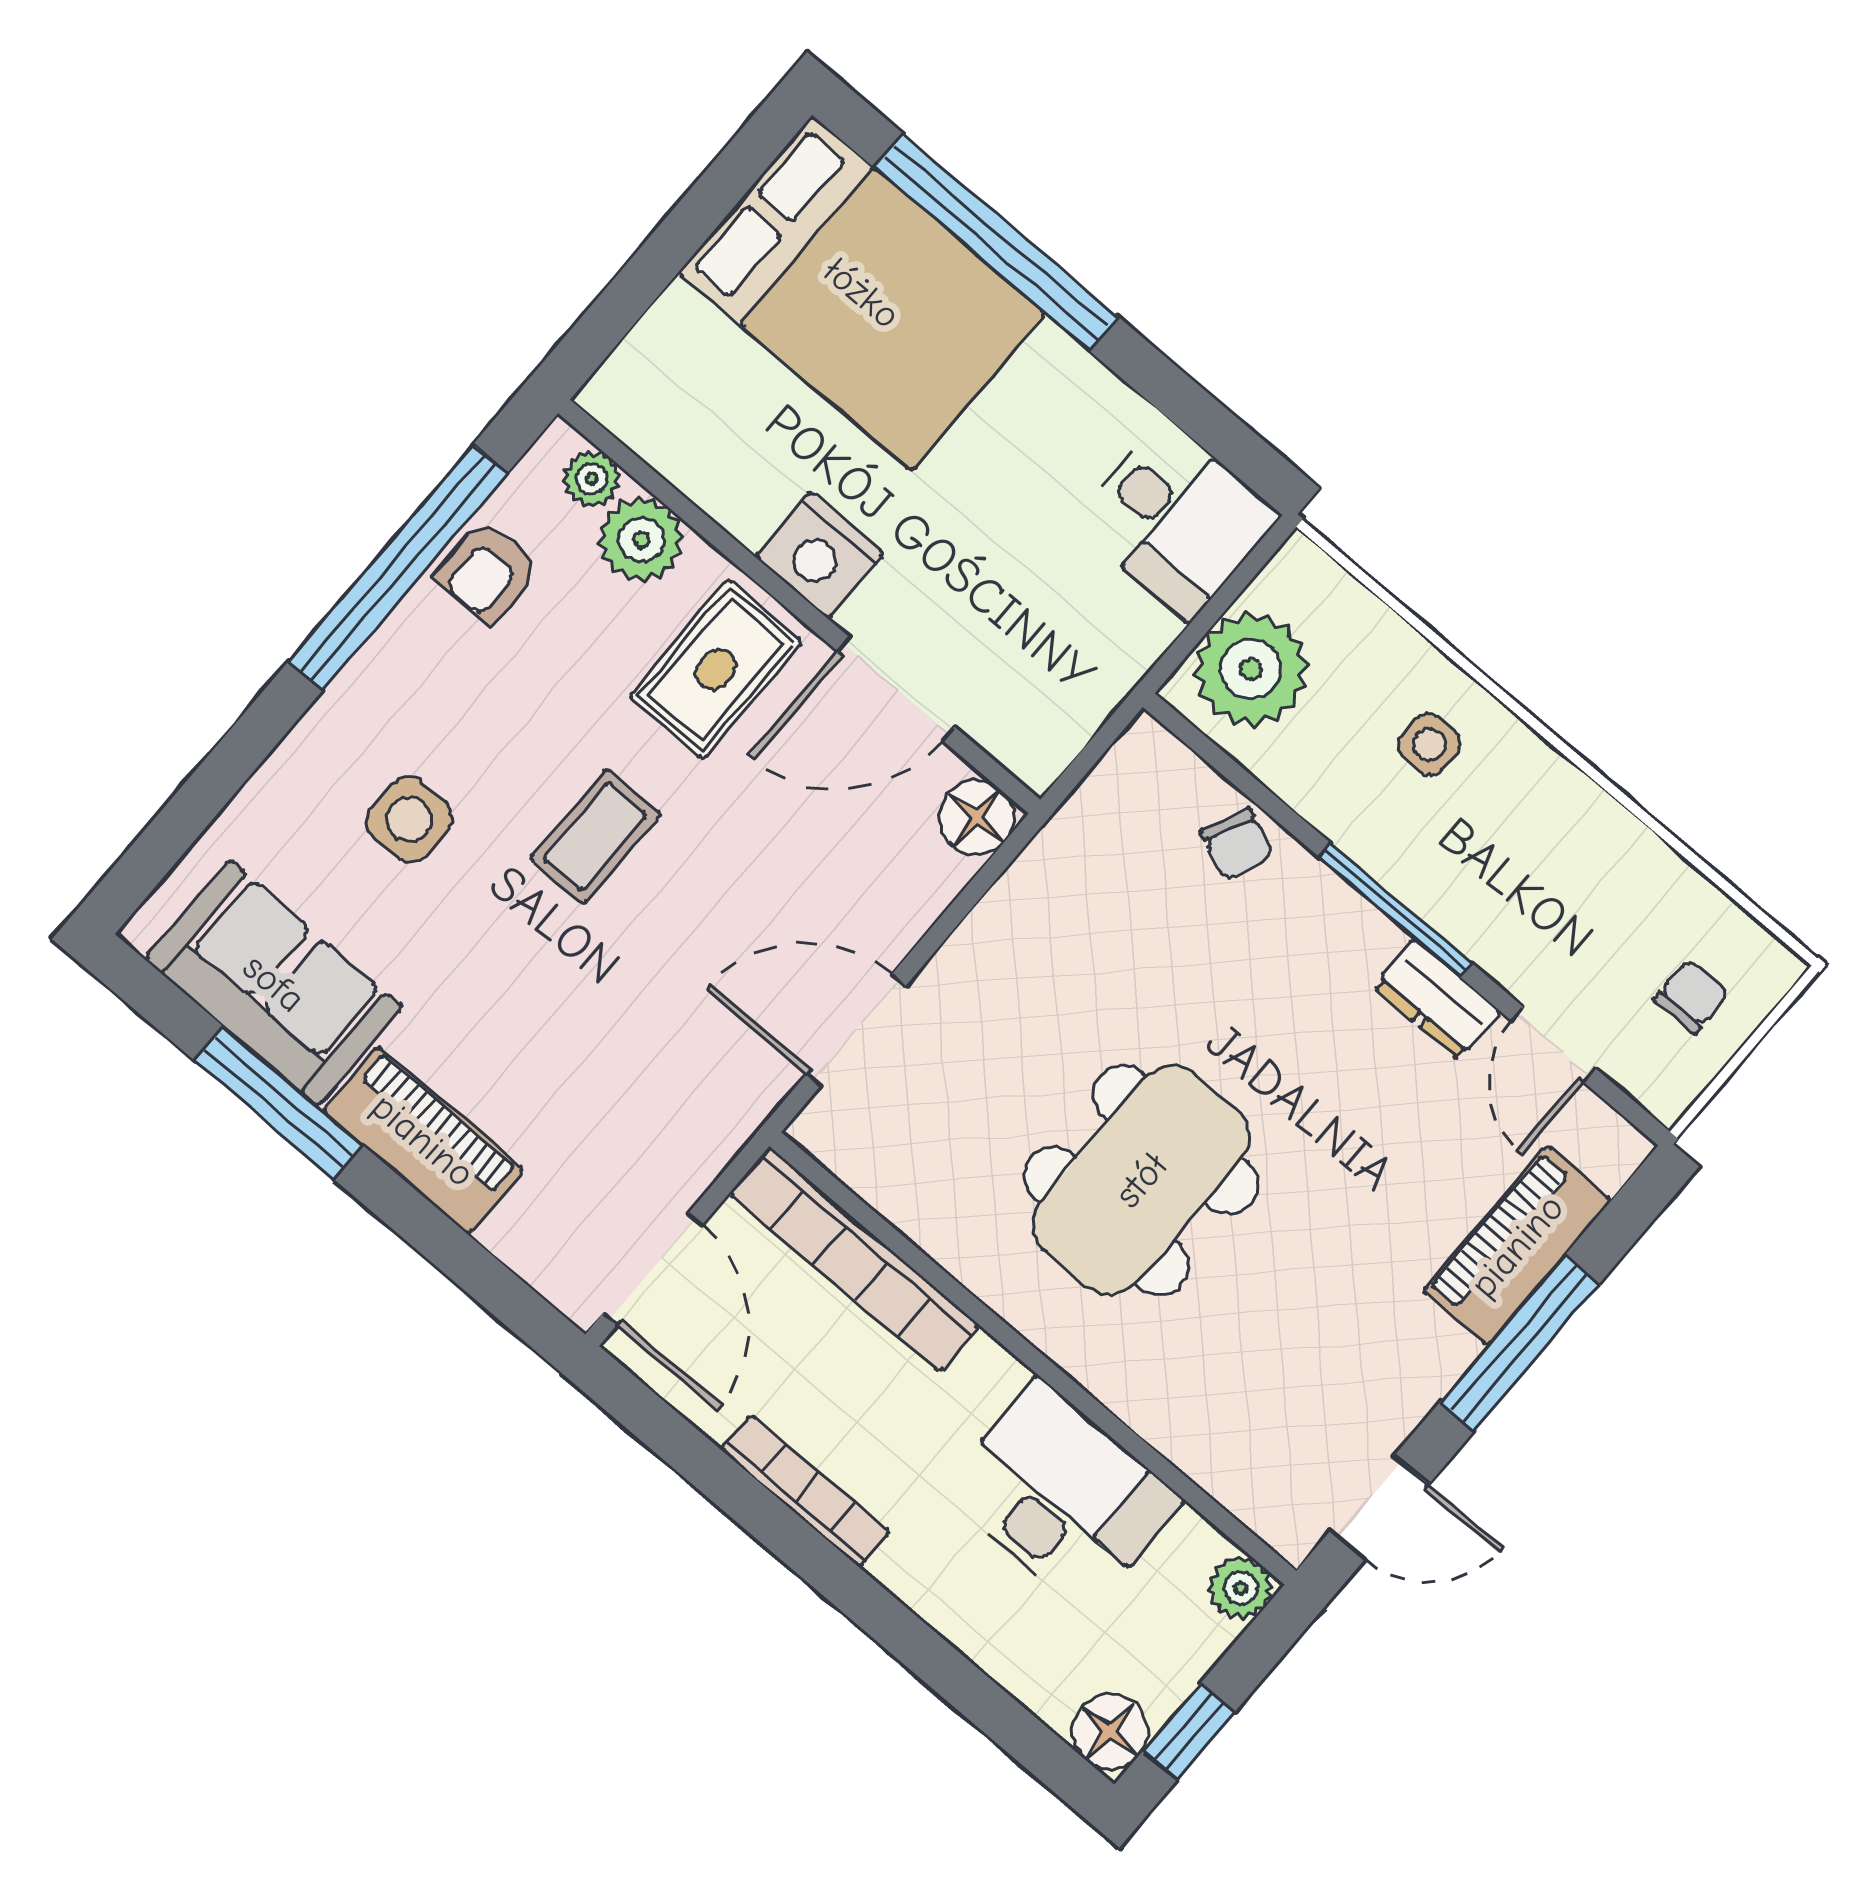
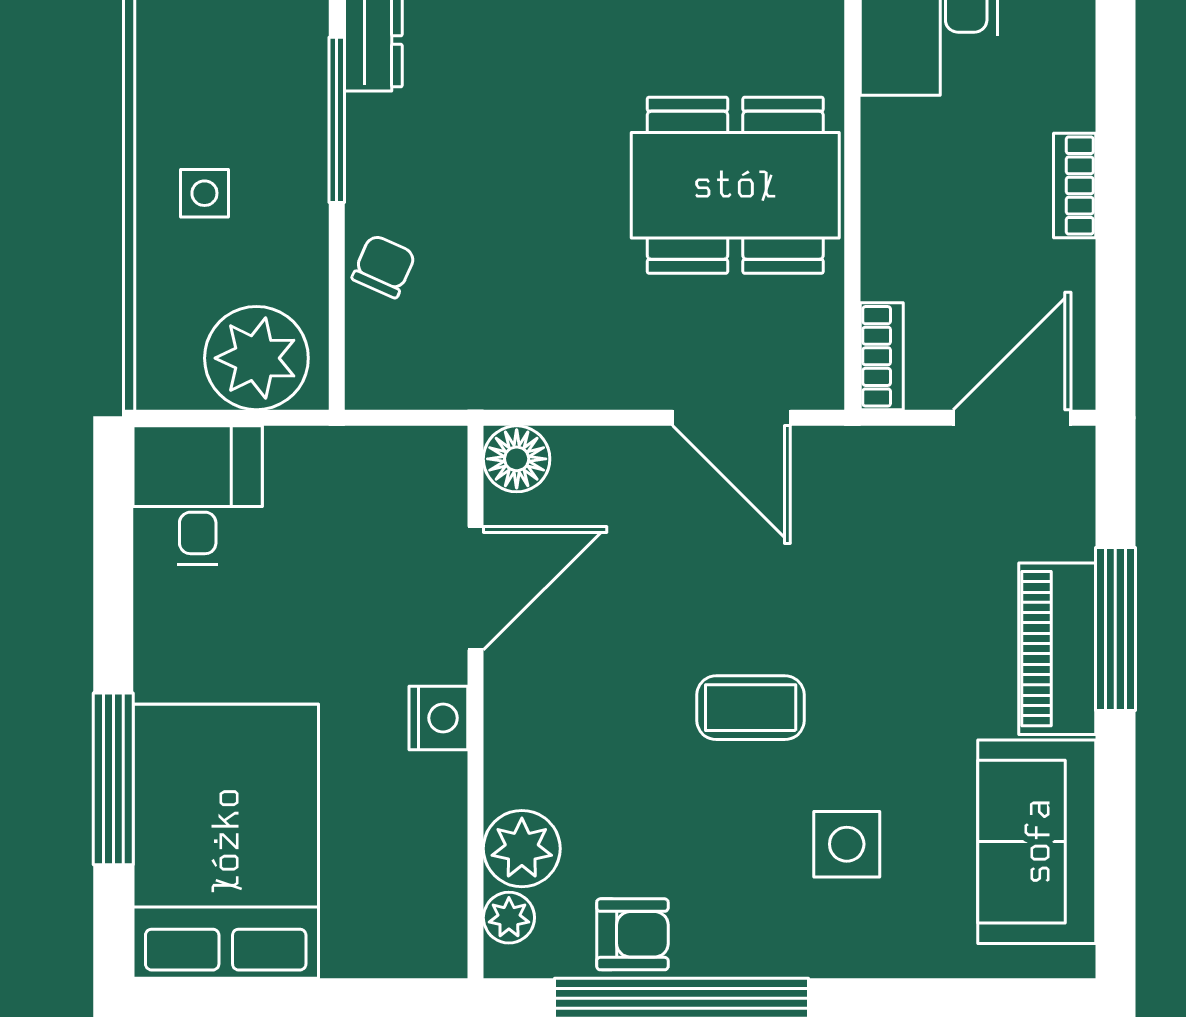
window: (996, 242) -> (113, 779), width x0.68
nightstand: (820, 555) -> (438, 718), width x0.74, depth x0.75
rug: (716, 670) -> (567, 722), removed
door: (896, 689) -> (476, 588), hinge flipped
window: (279, 1103) -> (1115, 629), moved
dining table: (1141, 1180) -> (735, 185), moved
bookcase: (854, 1259) -> (882, 356), width x0.43, depth x0.76
bookcase: (805, 1491) -> (1075, 186), width x0.64

